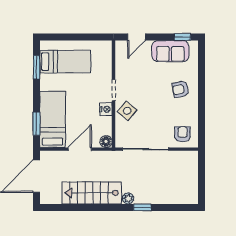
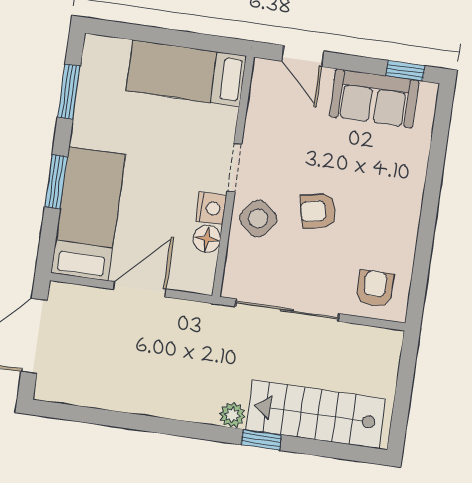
door: (137, 37) -> (303, 56), hinge flipped
bed: (65, 62) -> (186, 73), moved, turned 180
armchair: (180, 89) -> (318, 211), moved
window: (37, 124) -> (56, 182), moved
floor lamp: (106, 142) -> (207, 239), moved
stairs: (92, 193) -> (316, 414), moved

